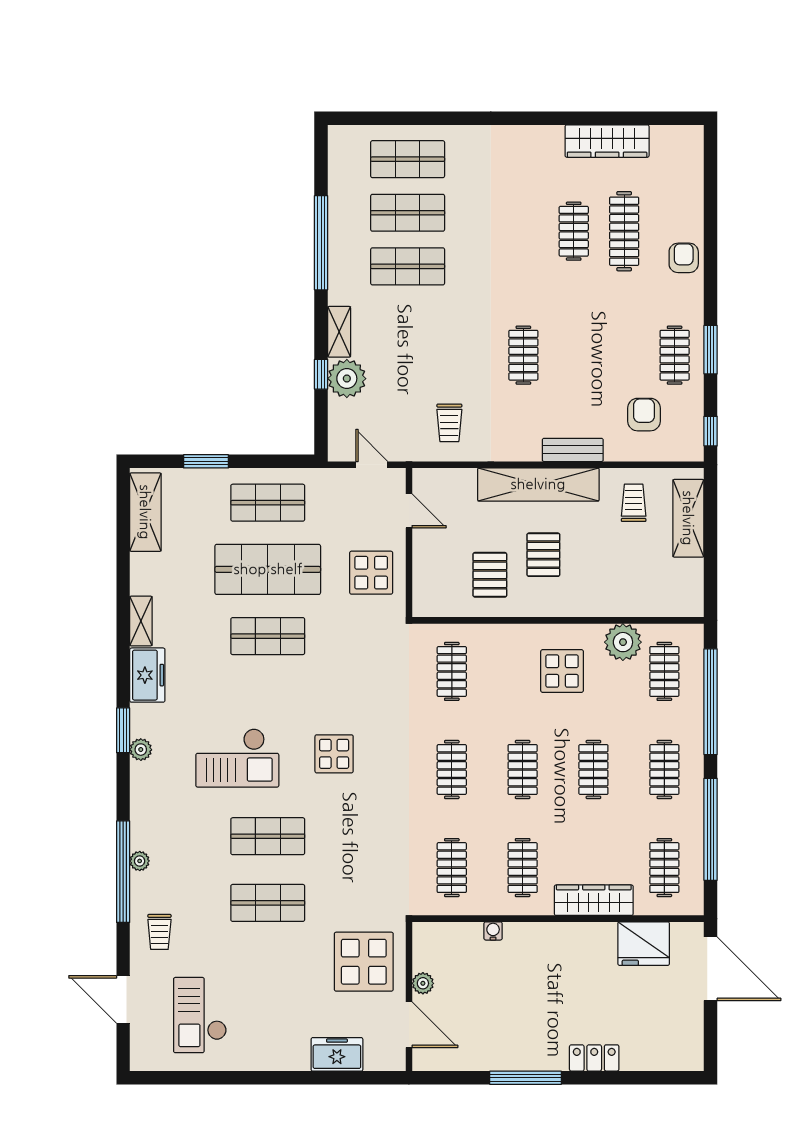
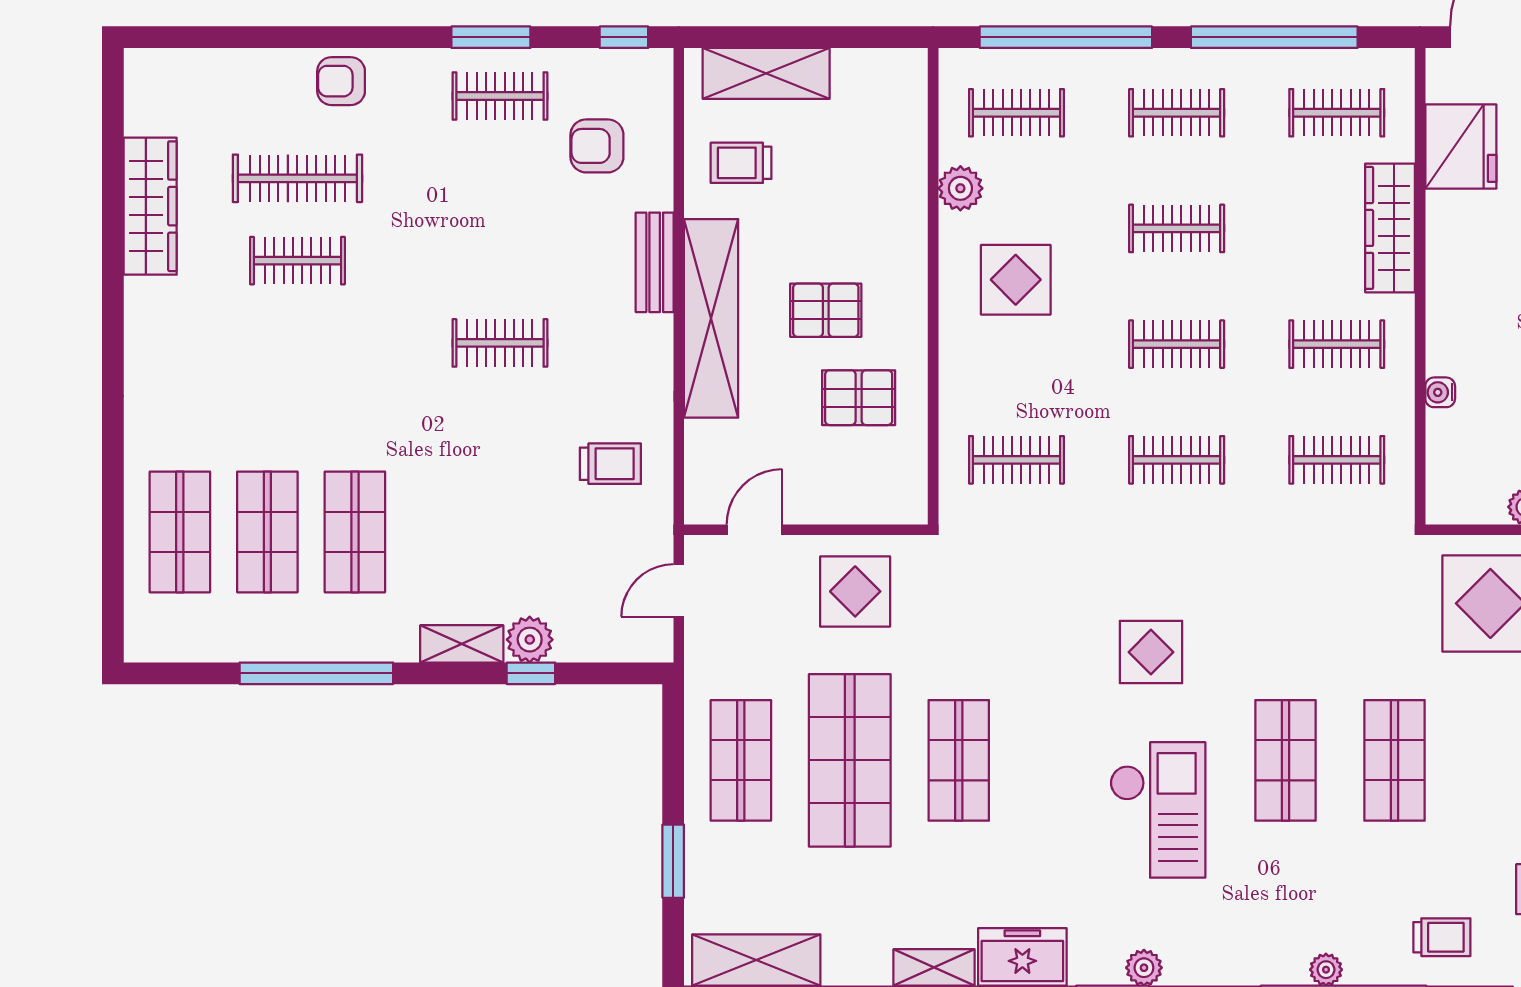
plant: (347, 379) -> (530, 640), width x0.73, depth x0.73
plant: (623, 642) -> (960, 188), width x0.73, depth x0.73

